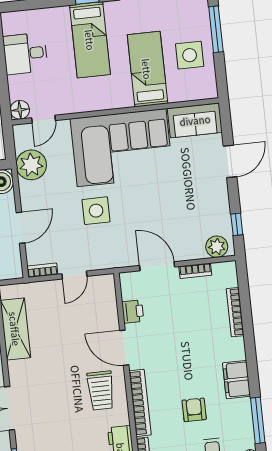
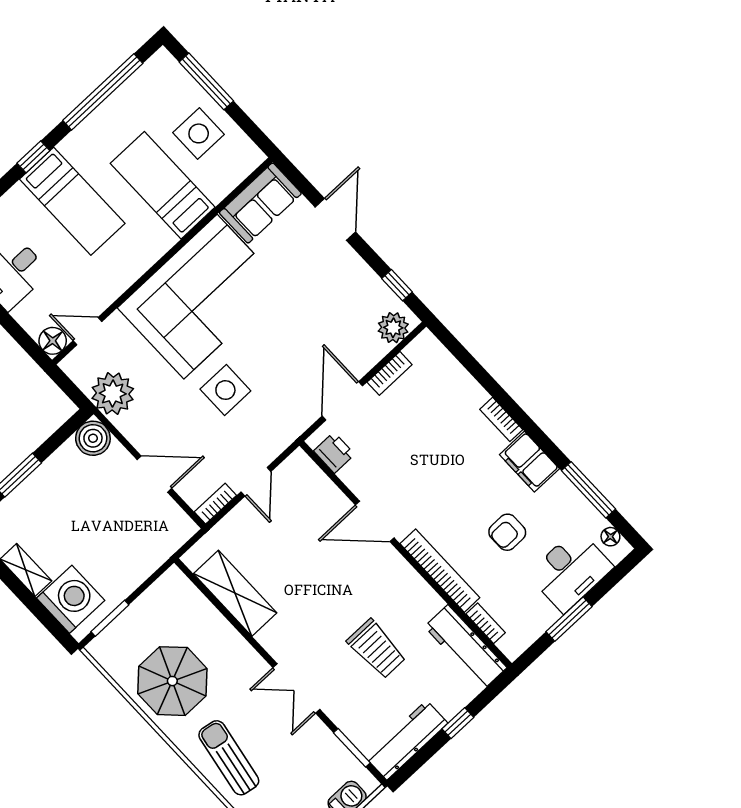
door: (43, 119) -> (87, 331), swing flipped
door: (21, 228) -> (154, 474), hinge flipped
door: (157, 266) -> (342, 401), hinge flipped
printer: (133, 312) -> (334, 453), moved
bookcase: (235, 312) -> (501, 419), moved, width x0.64
trolley: (101, 391) -> (377, 649), moved
armchair: (194, 410) -> (507, 532), turned -90

